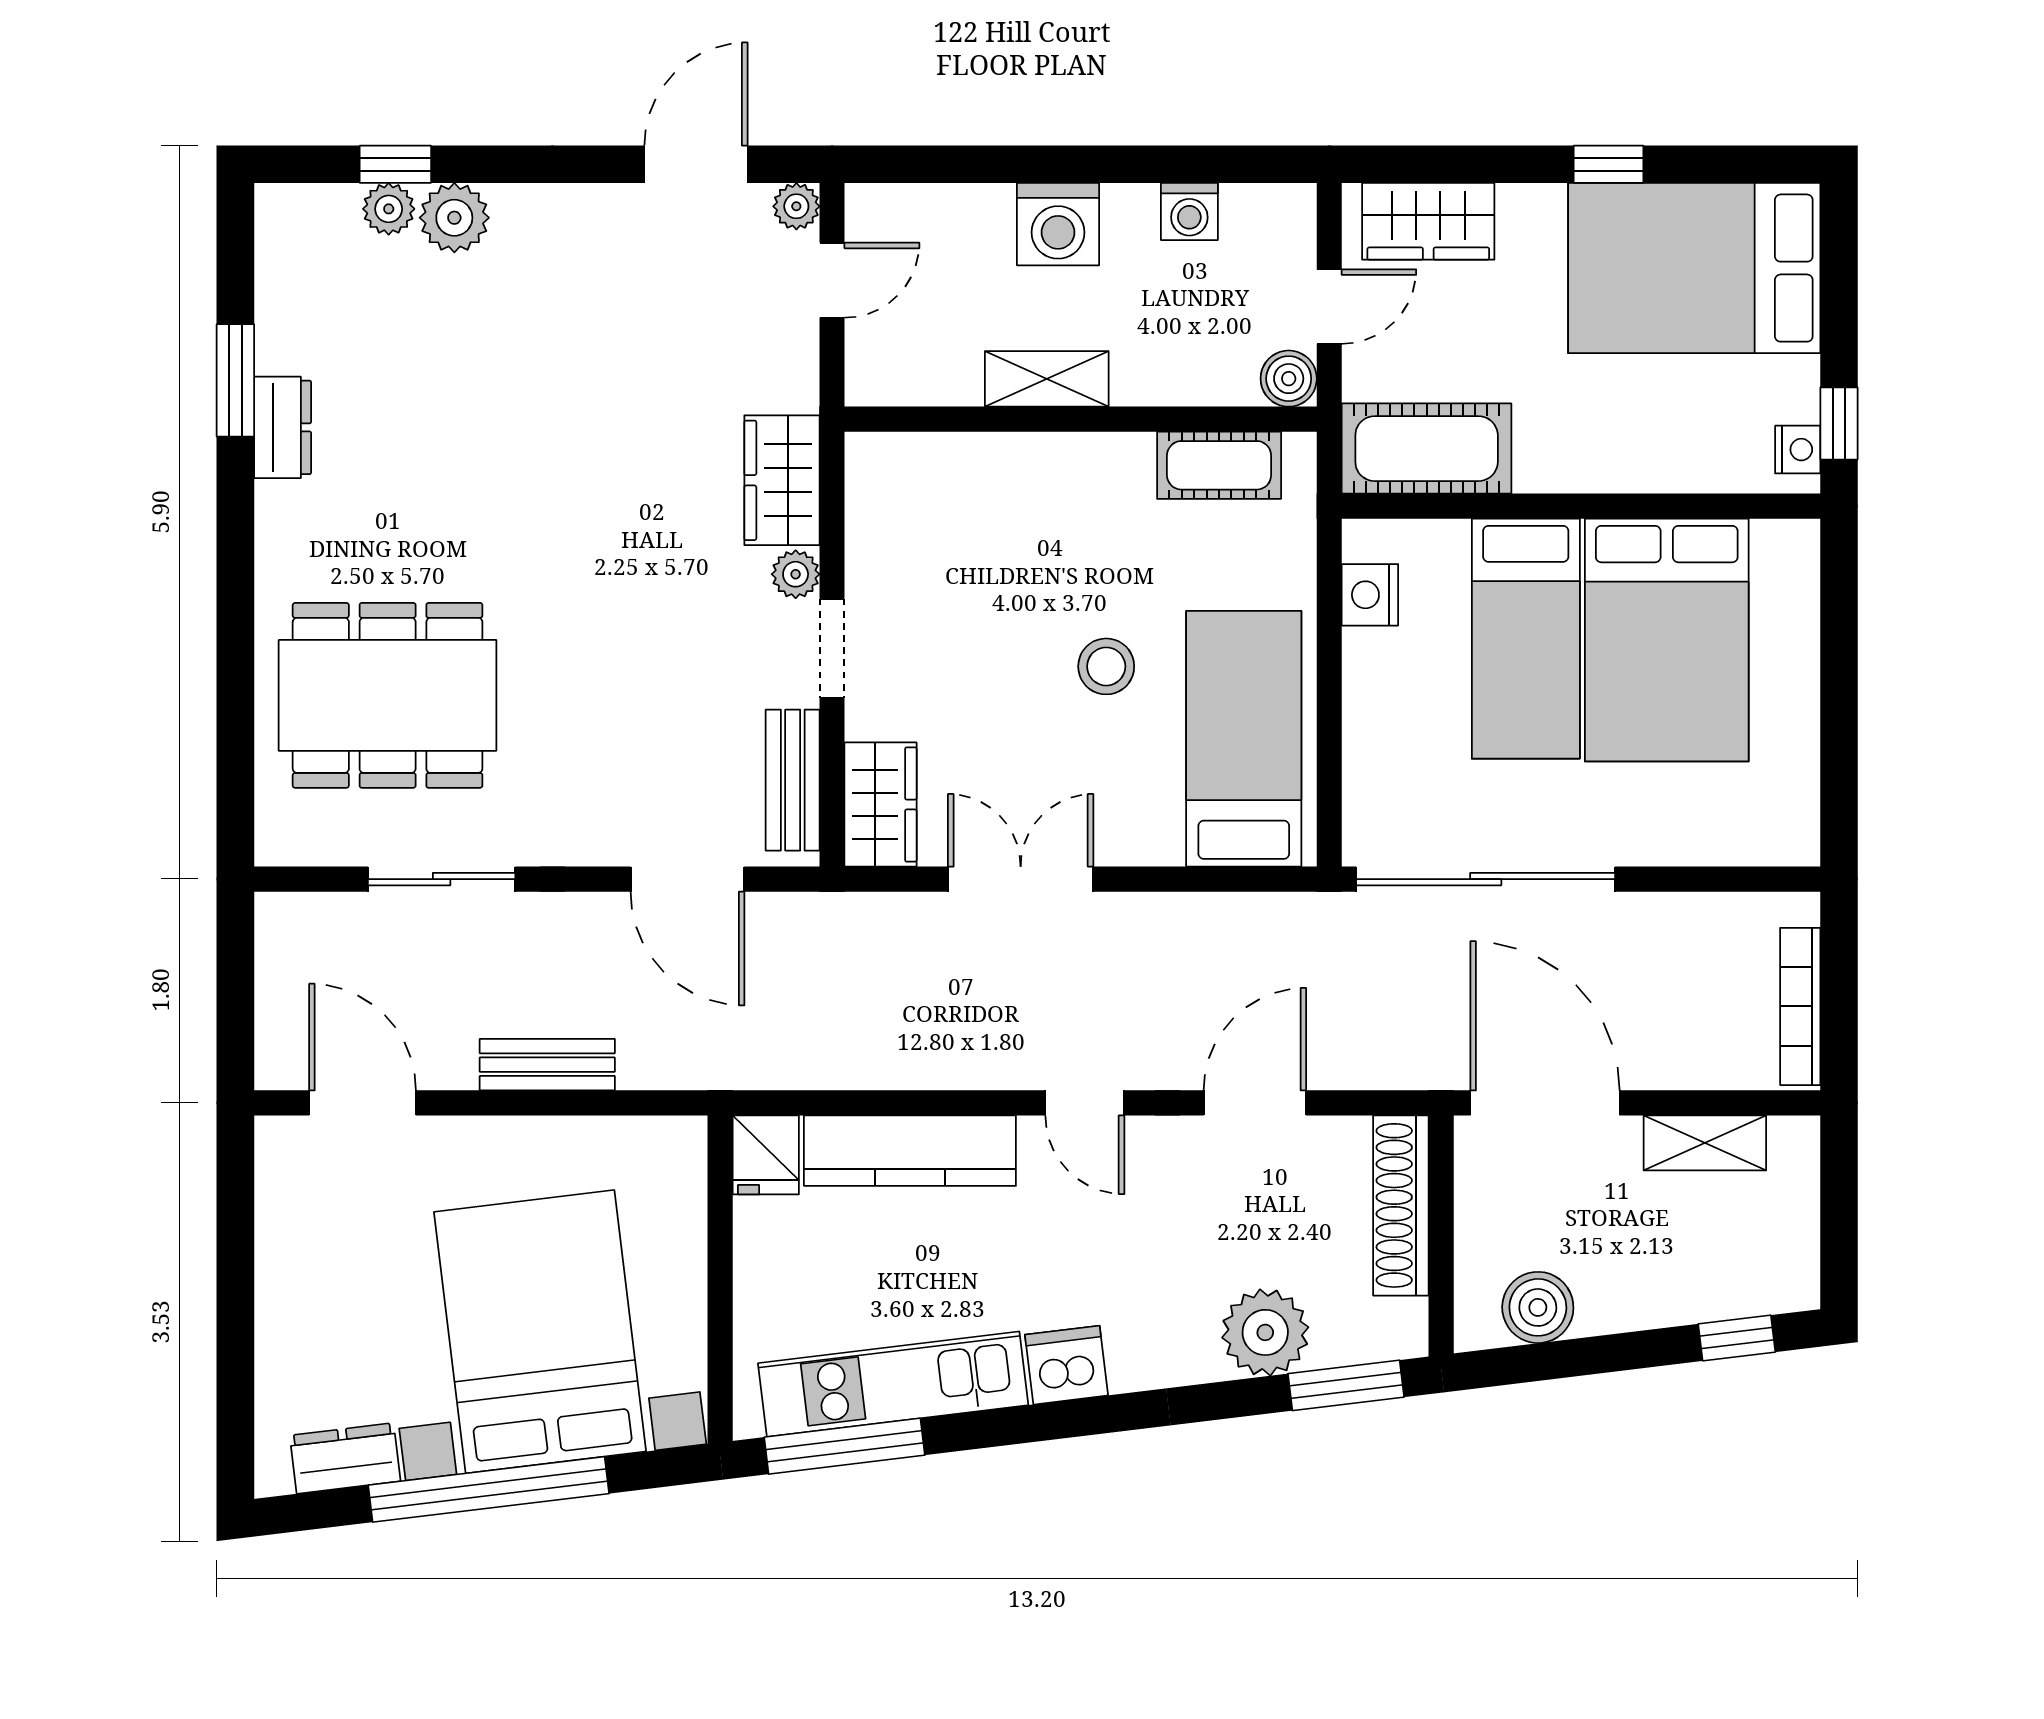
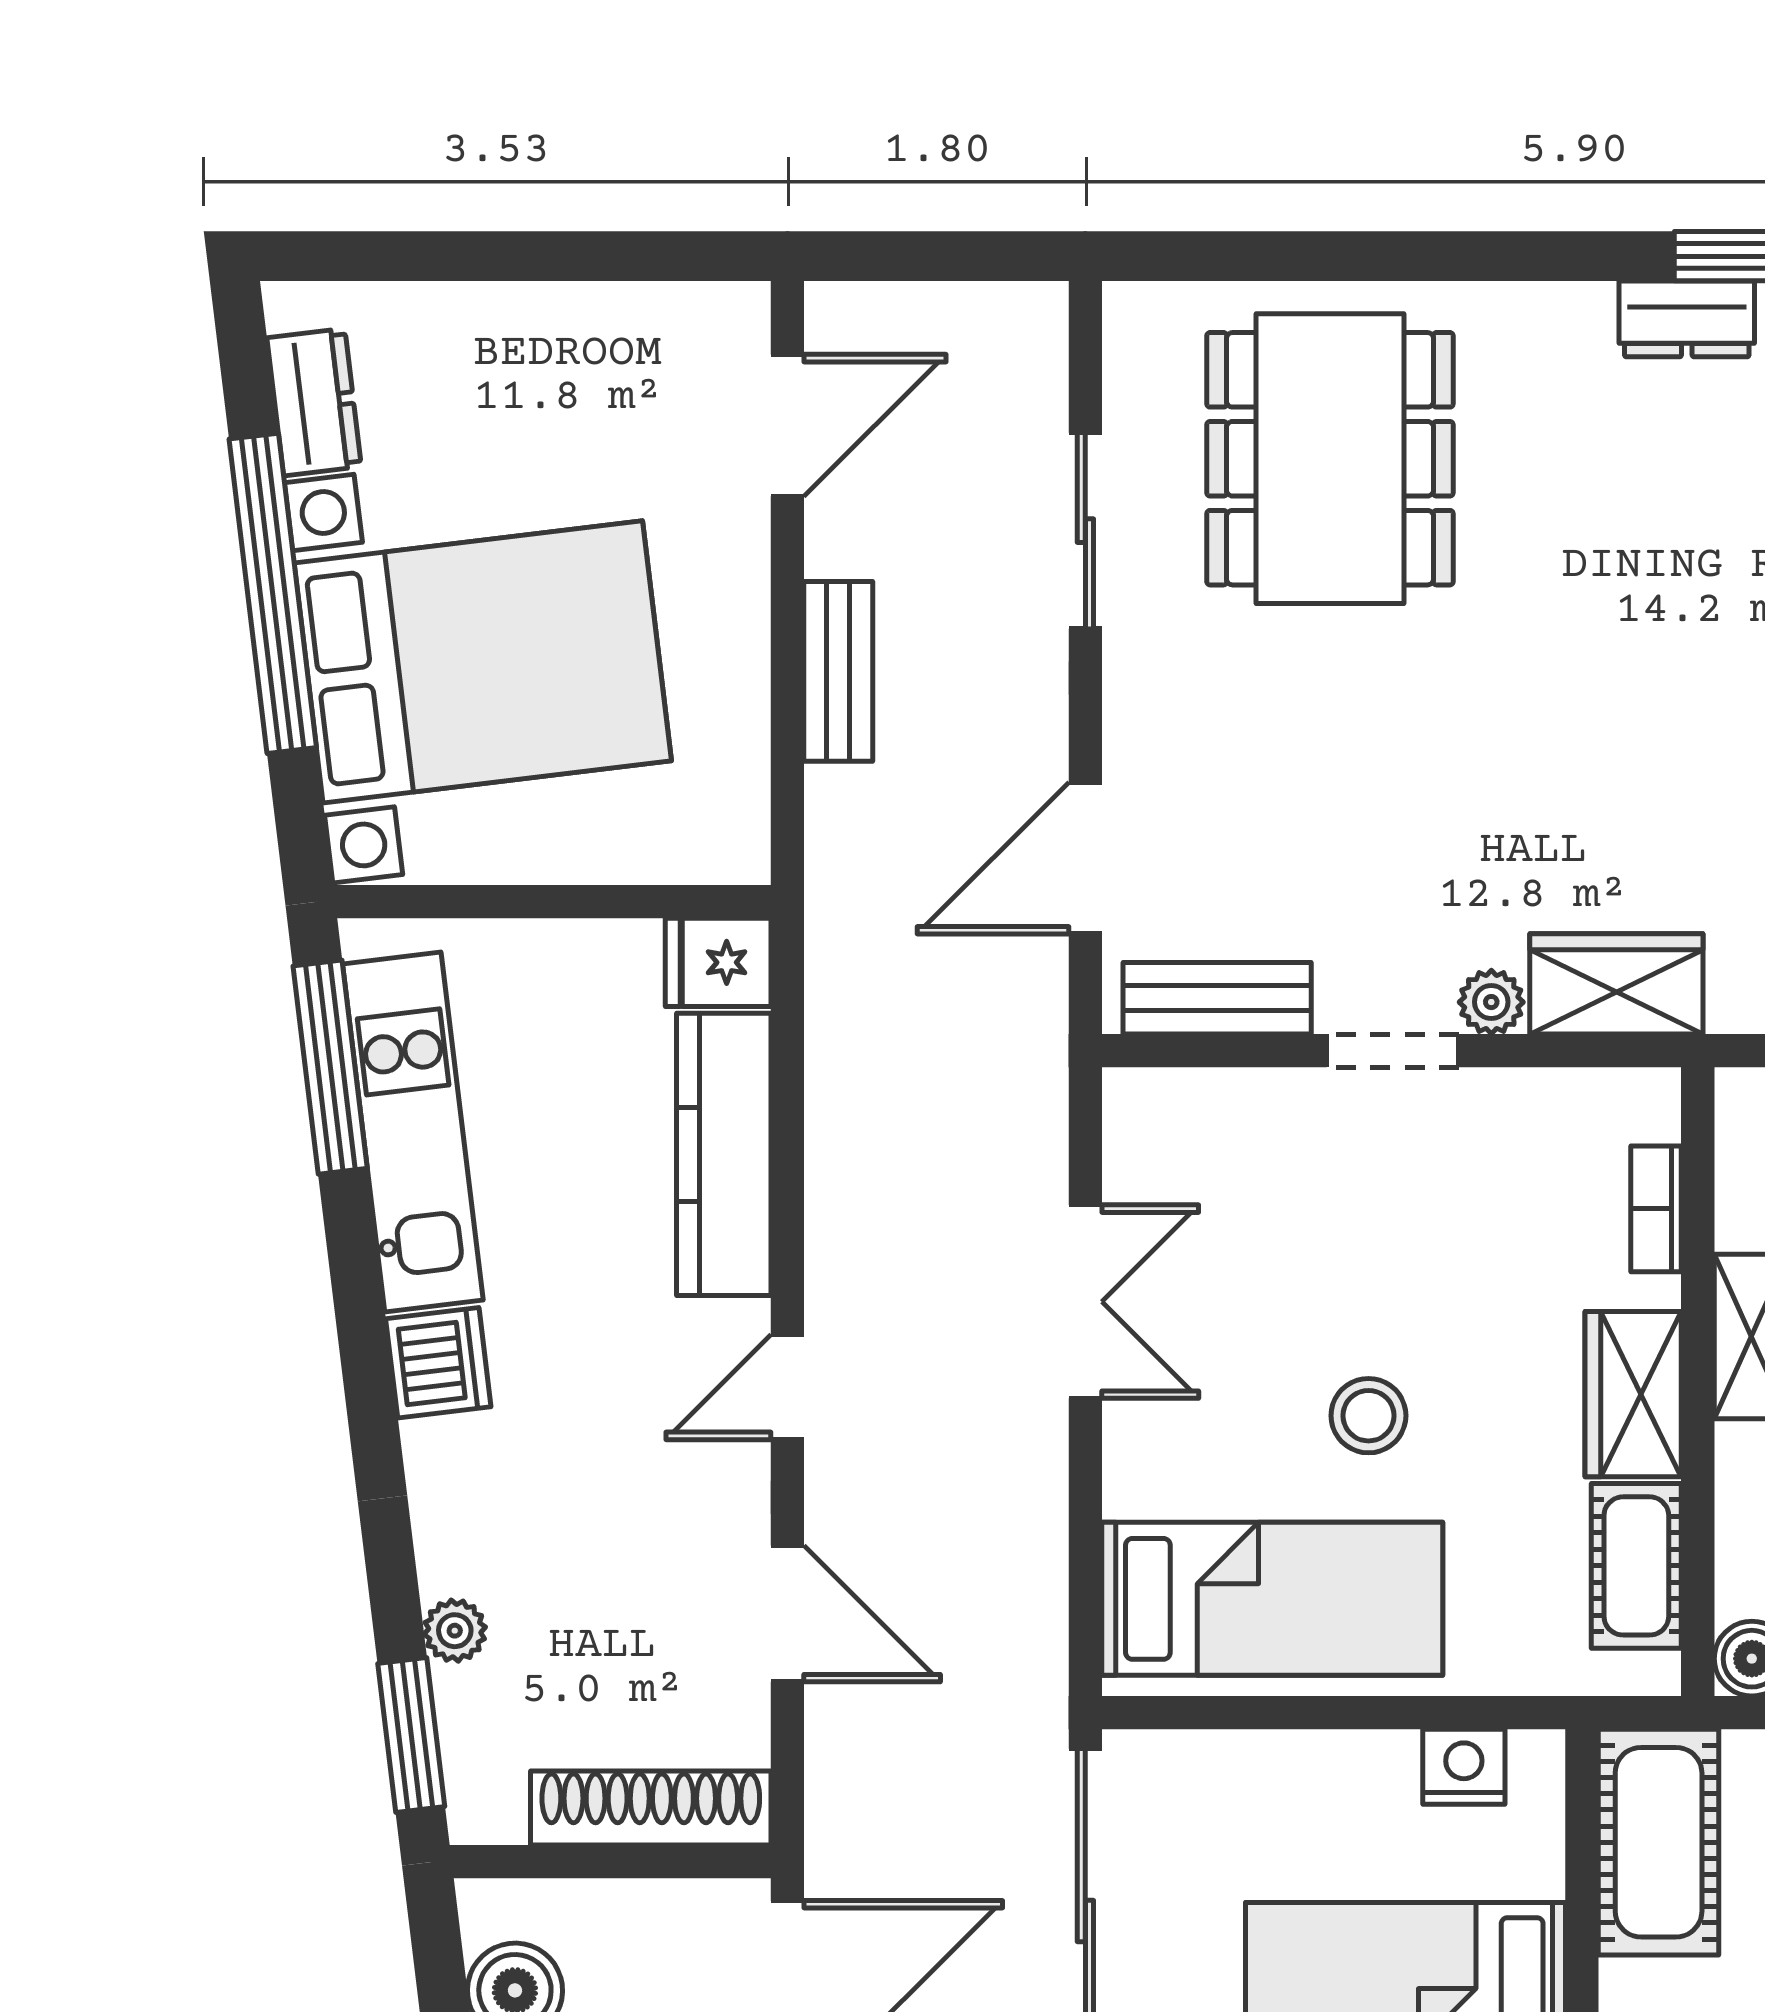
bookcase: (951, 451) -> (1656, 1209), added
wardrobe: (881, 805) -> (1633, 1394), moved, turned 90
plant: (1265, 1332) -> (455, 1631), width x0.53, depth x0.53

